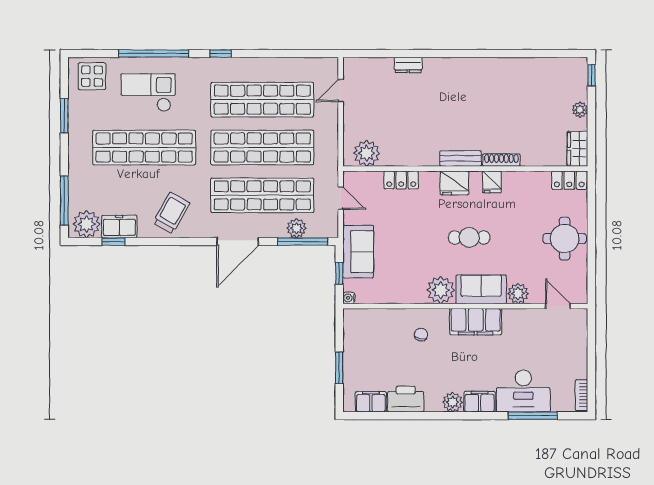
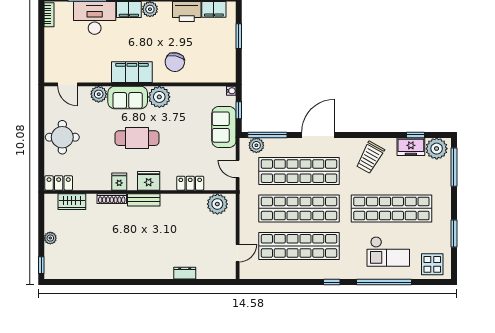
wardrobe: (577, 149) -> (72, 202), moved, turned 90
plant: (297, 228) -> (256, 145), moved
cafe table: (469, 237) -> (137, 138), width x1.37, depth x1.35
chair: (421, 335) -> (175, 62), width x1.87, depth x1.87

